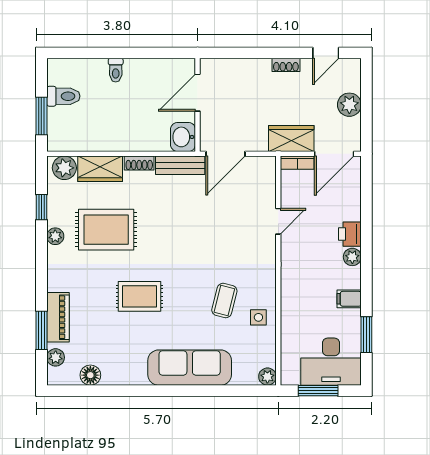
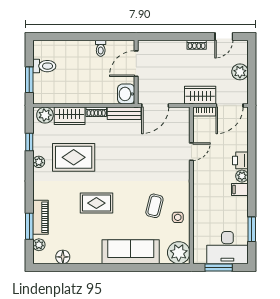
toilet: (116, 70) -> (101, 48), moved
filing cabinet: (349, 299) -> (240, 189), moved
plant: (267, 377) -> (179, 253), width x1.87, depth x1.87

